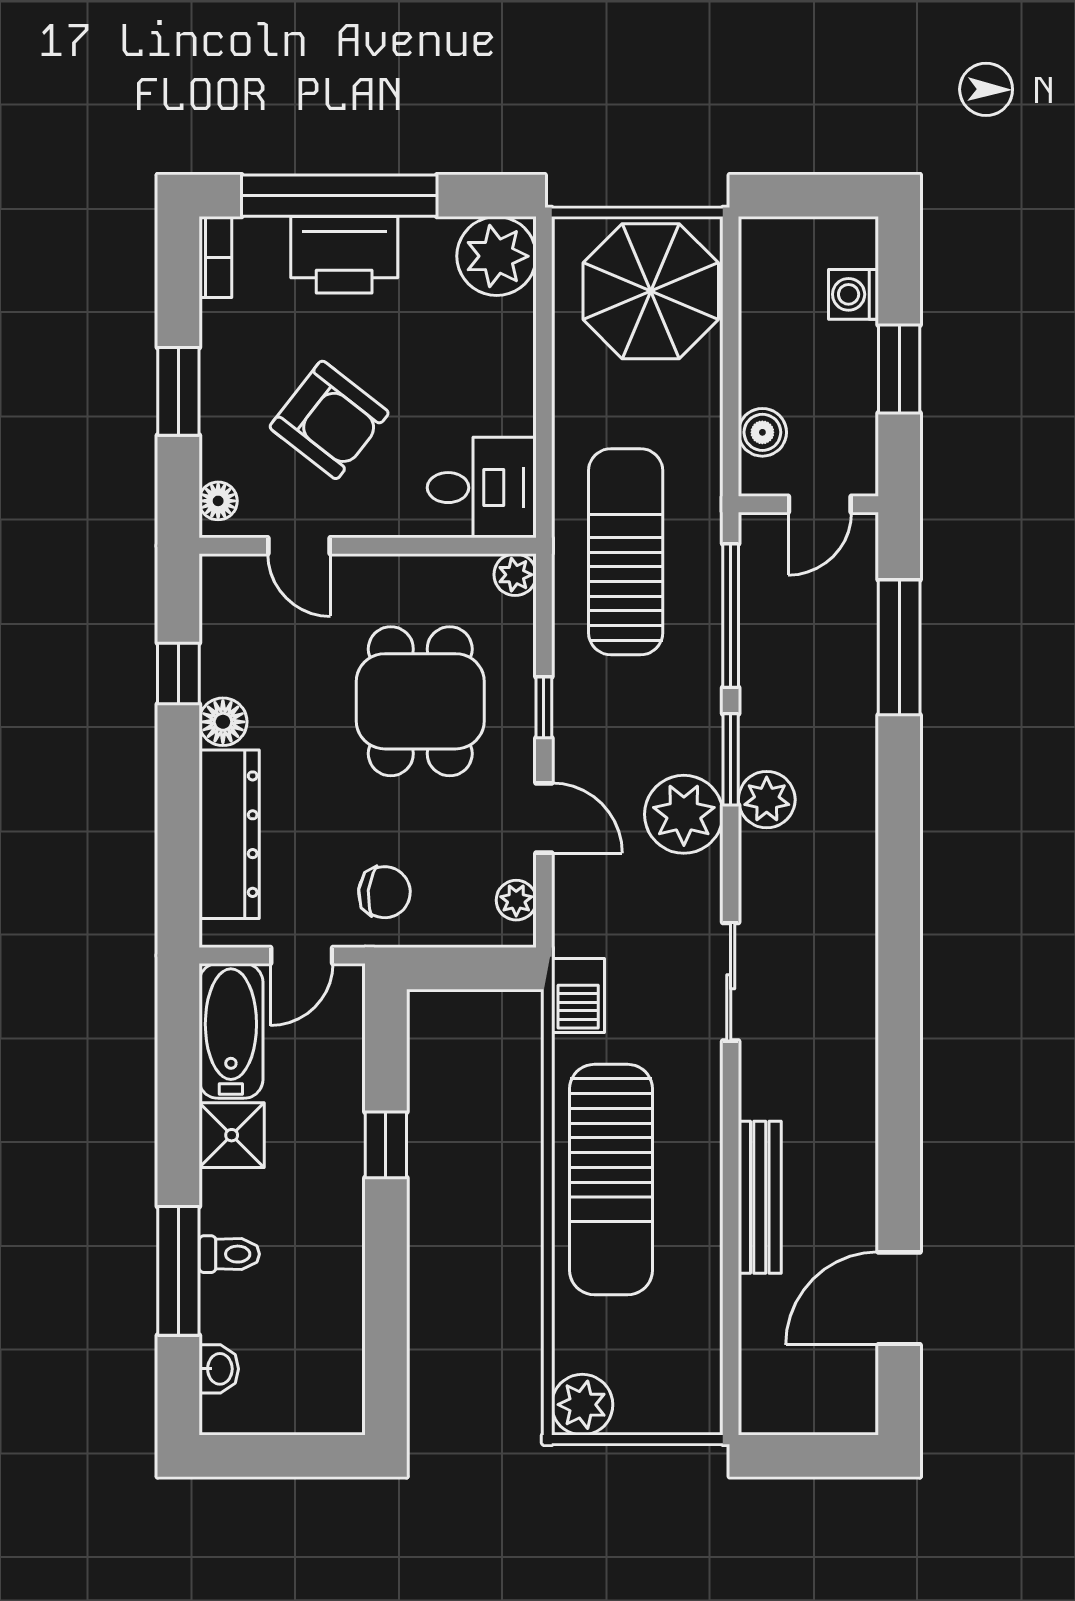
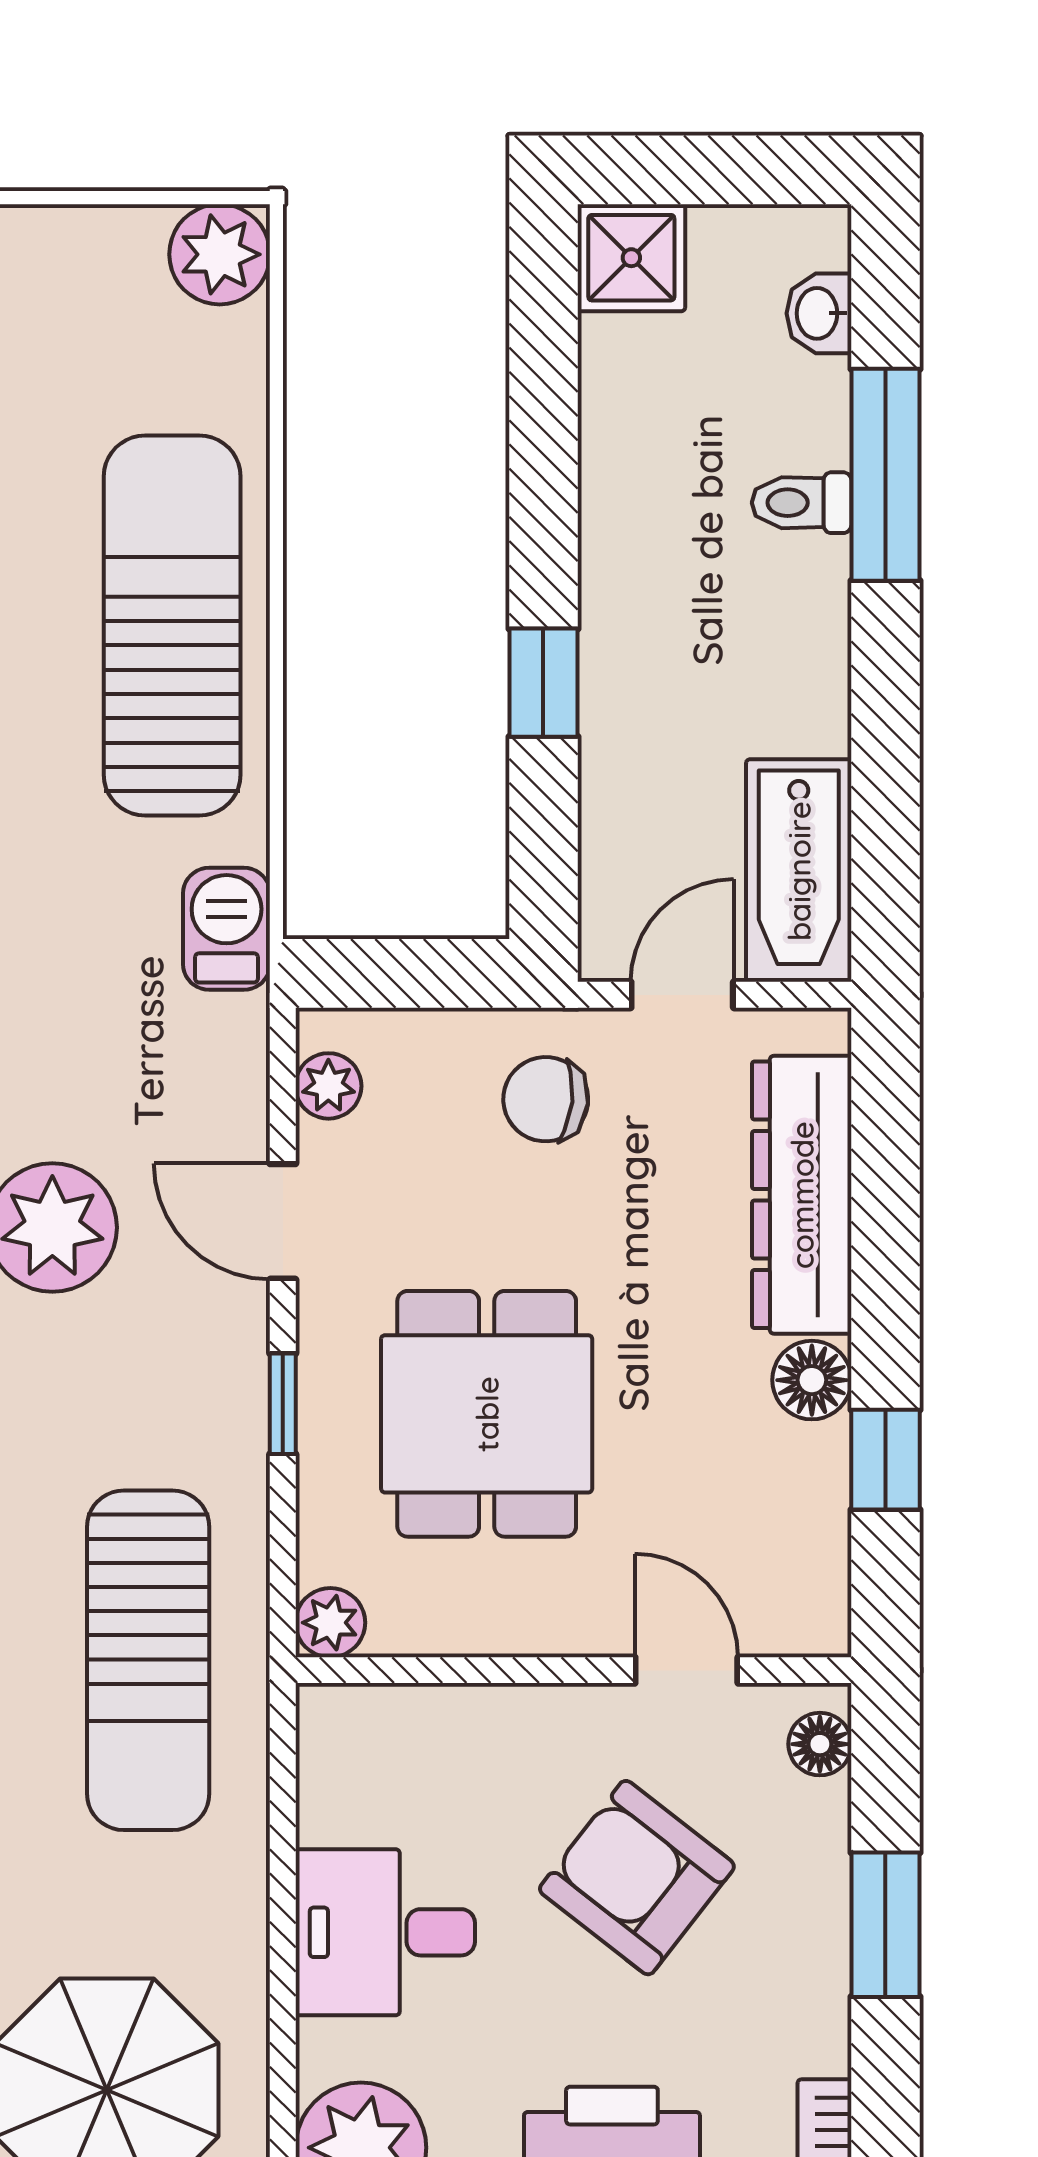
desk: (482, 488) -> (385, 1932), moved
shower: (232, 1135) -> (631, 258), moved

